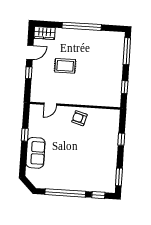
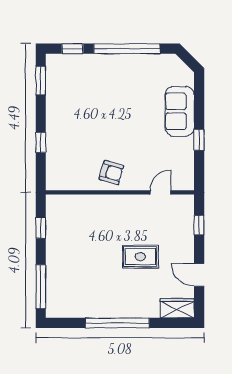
door: (30, 52) -> (199, 275), hinge flipped
window: (29, 73) -> (199, 225), moved

